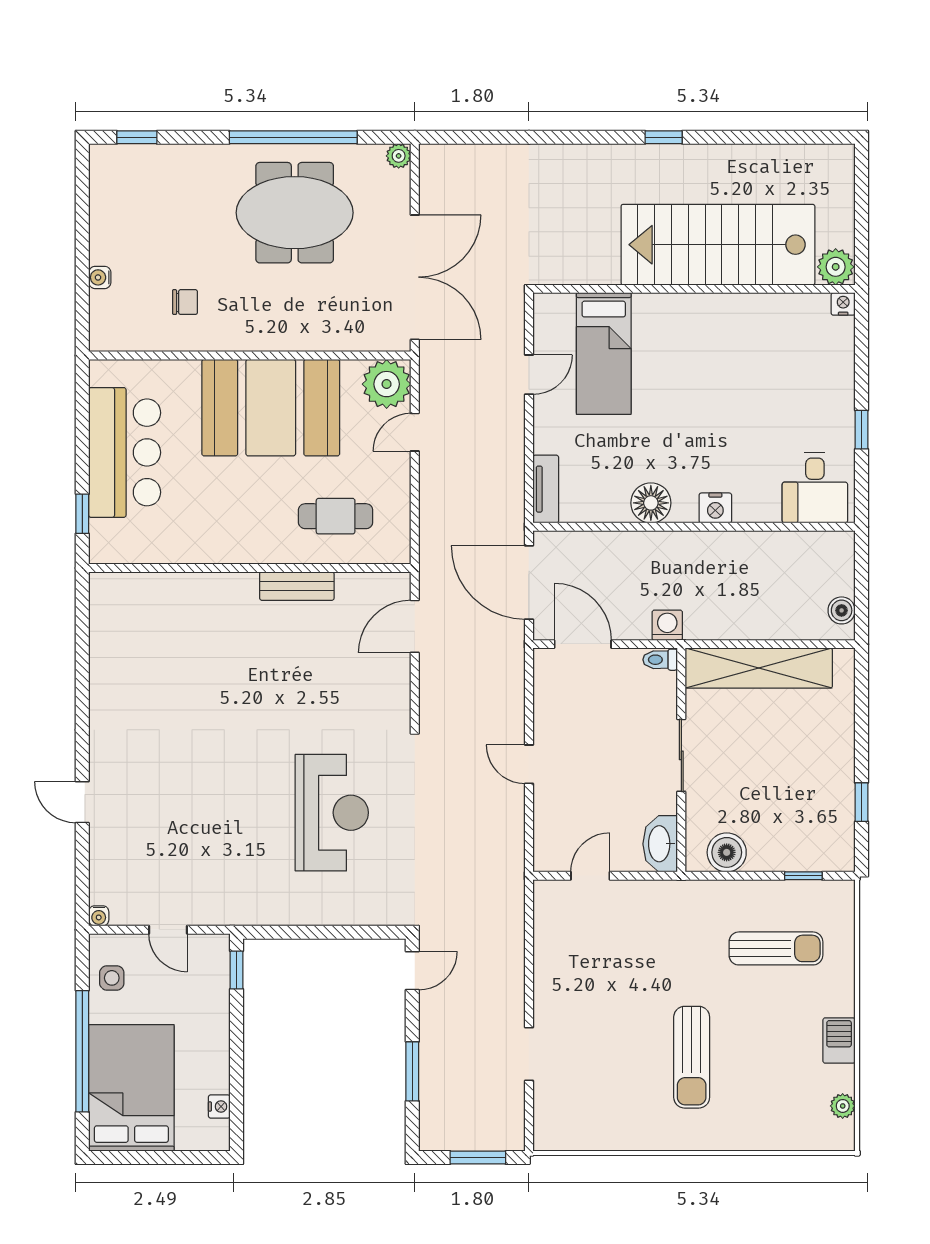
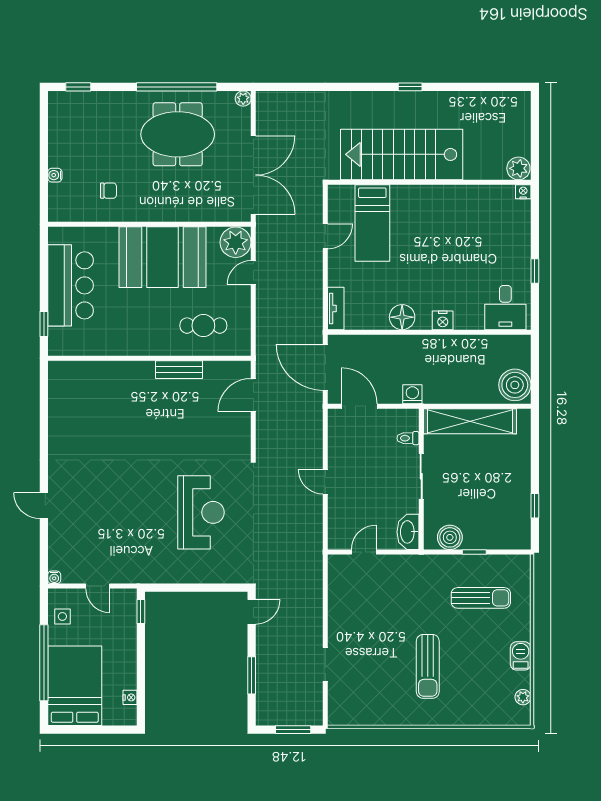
stairs: (718, 245) -> (402, 154), moved
boiler: (842, 610) -> (515, 385), width x1.86, depth x1.86
toilet: (660, 660) -> (408, 438), moved
window: (803, 876) -> (474, 552), moved

